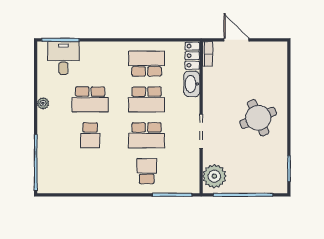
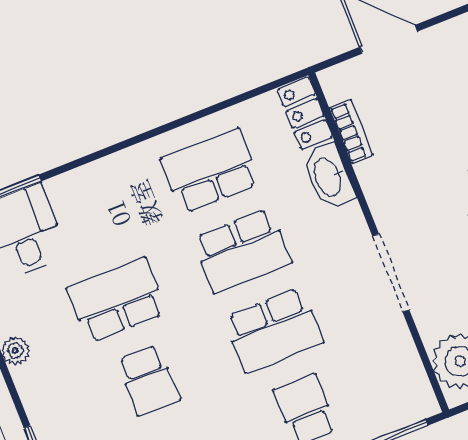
bookcase: (208, 54) -> (351, 132), moved
school desk: (90, 99) -> (117, 300), turned 180

